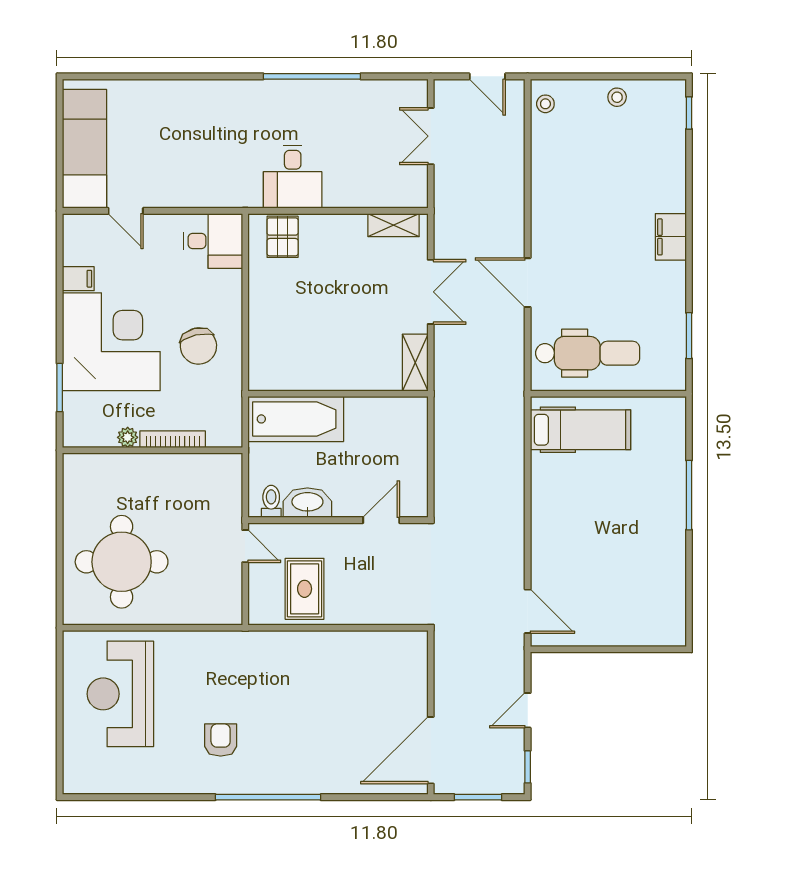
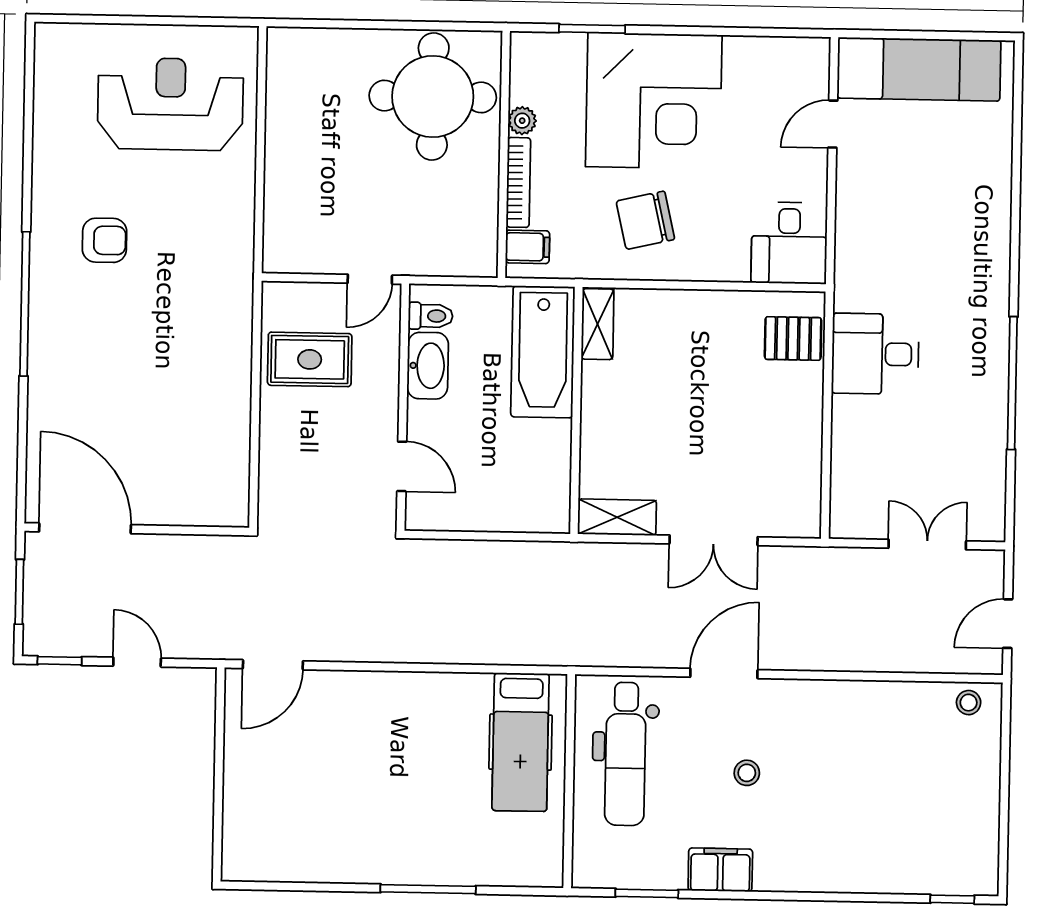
stool: (617, 97) -> (747, 773), moved
shelving: (394, 225) -> (598, 324), moved
filing cabinet: (671, 237) -> (720, 870), moved
filing cabinet: (78, 279) -> (528, 247), moved, turned -90
round table: (122, 562) -> (433, 96), moved

